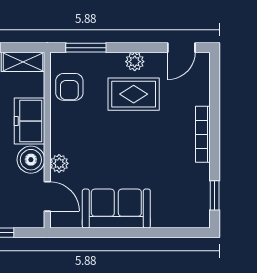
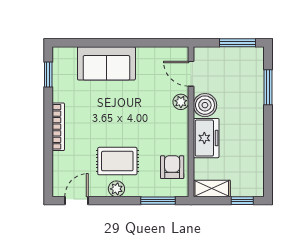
sofa: (116, 209) -> (106, 63), moved

